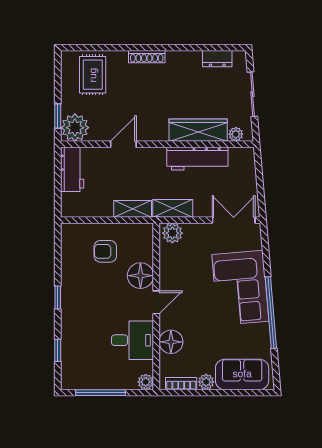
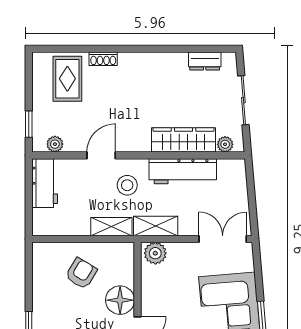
shoe rack: (147, 57) -> (103, 59), moved, width x0.70
plant: (75, 128) -> (55, 144), width x0.53, depth x0.53
stool: (147, 171) -> (127, 185), added
armchair: (105, 251) -> (81, 273), turned 121

